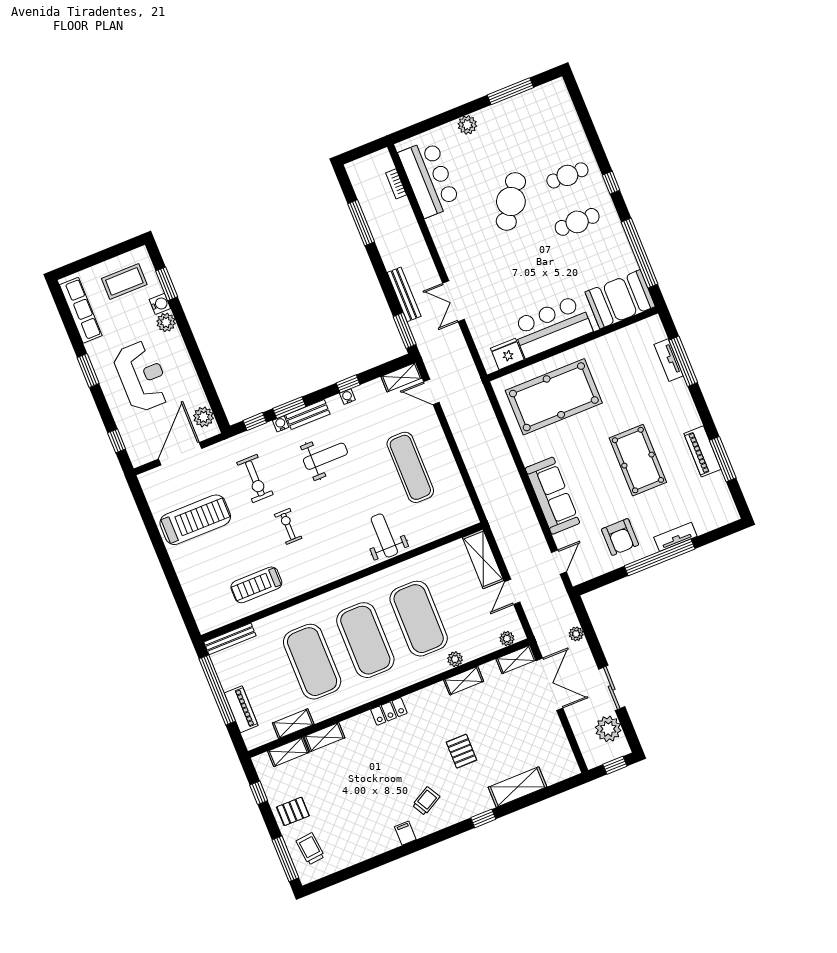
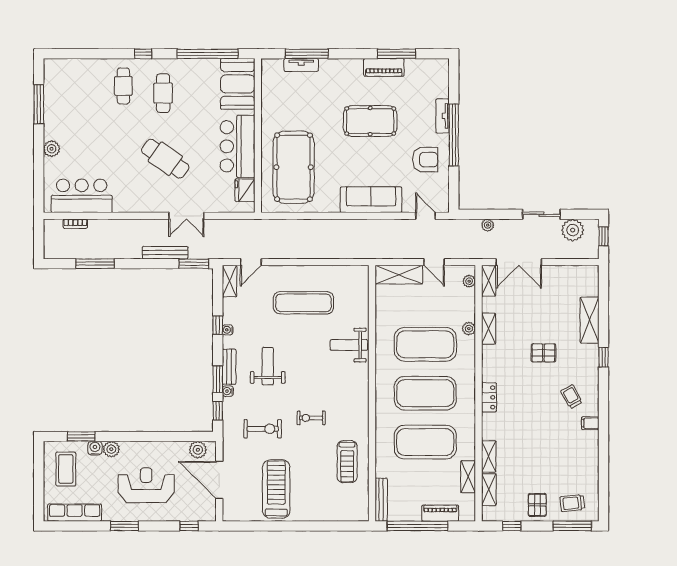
cafe table: (511, 201) -> (165, 159), moved
double door: (550, 684) -> (519, 262), swing flipped

